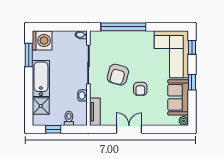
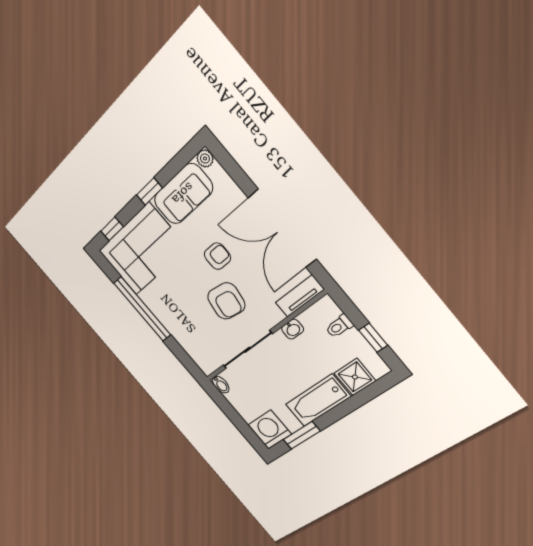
window: (123, 27) -> (142, 309), moved
armchair: (118, 75) -> (226, 301), turned 83
double door: (129, 129) -> (282, 228), width x1.87

